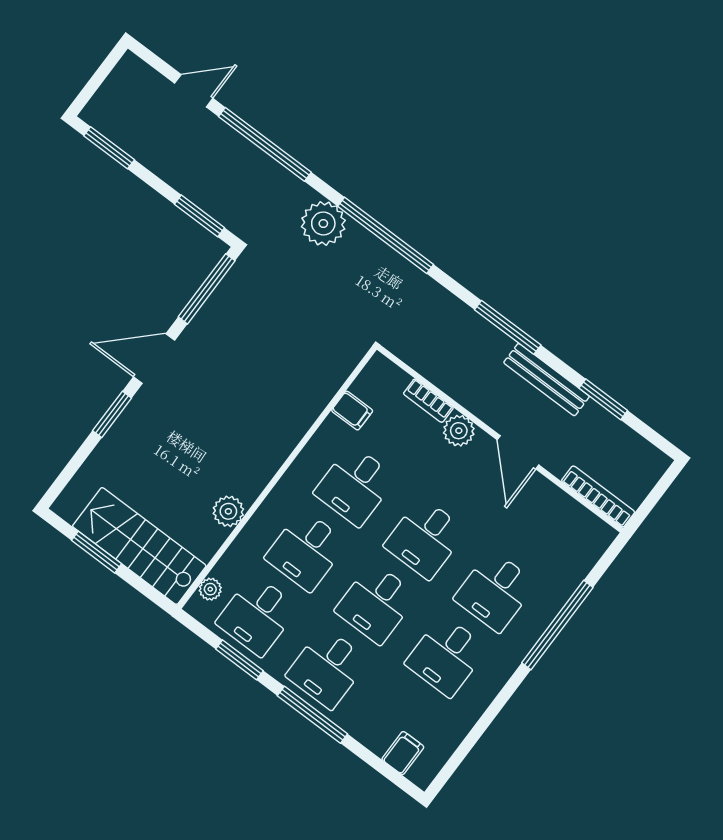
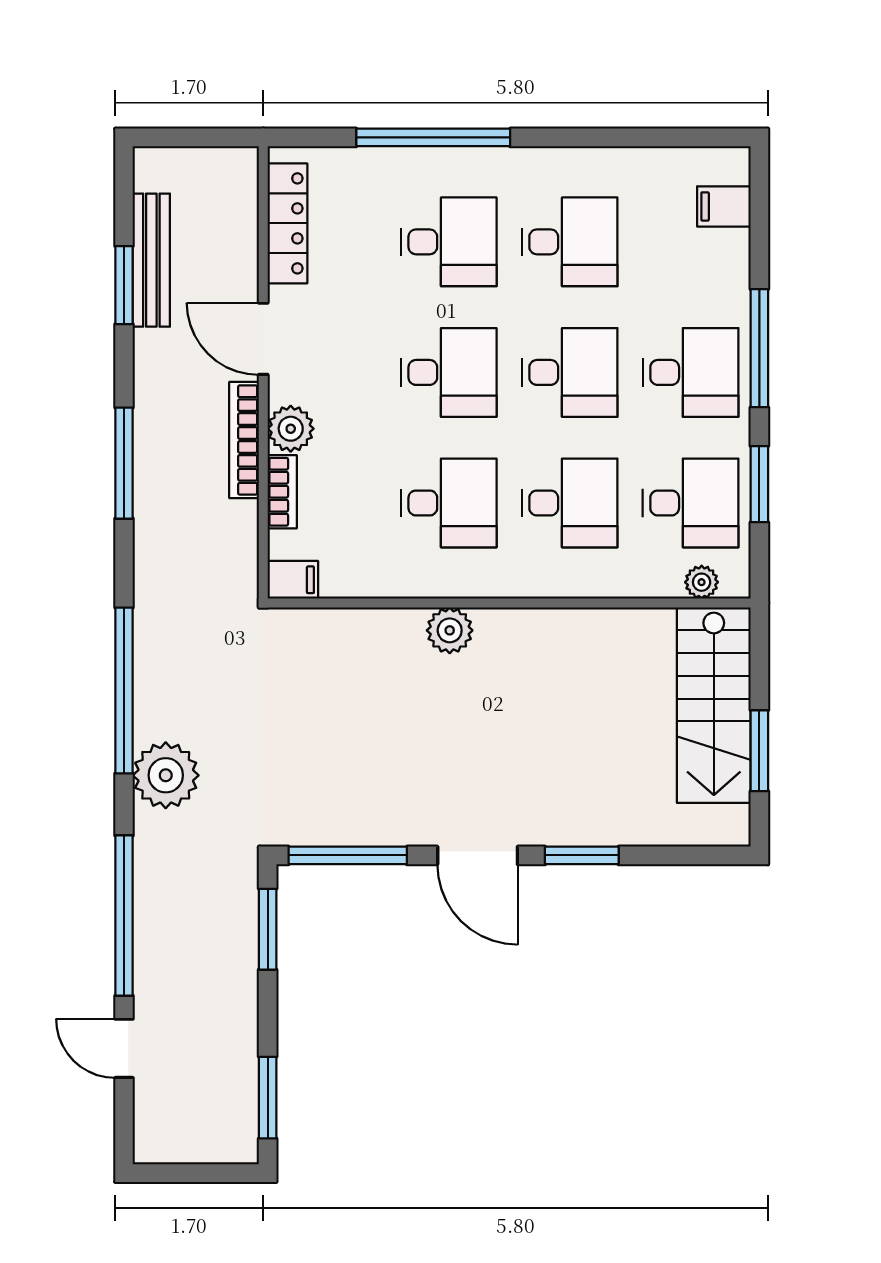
bench: (546, 380) -> (151, 260), moved
filing cabinet: (352, 411) -> (293, 580), moved, turned 90
door: (518, 452) -> (263, 339), swing flipped
bookcase: (598, 496) -> (244, 440), moved
plant: (228, 511) -> (450, 630), moved
locker: (570, 512) -> (287, 223), added

